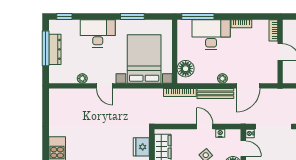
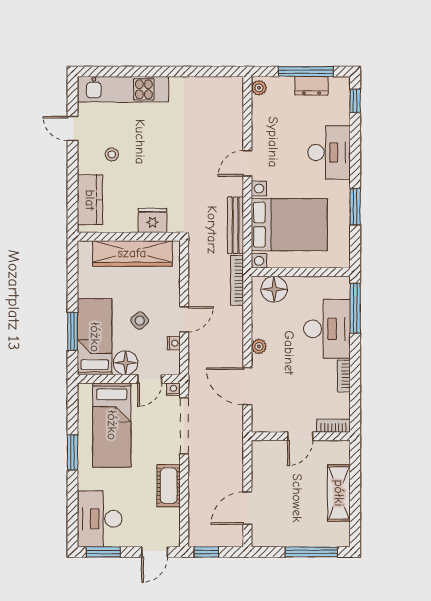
dresser: (55, 49) -> (311, 86), width x0.70
plant: (82, 78) -> (259, 88), moved
bench: (215, 93) -> (236, 225), moved

